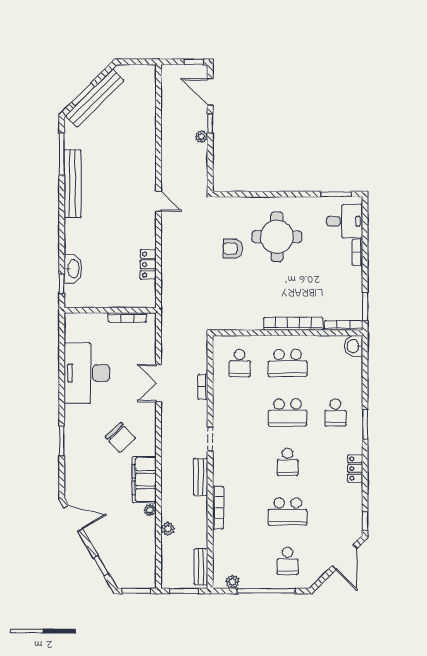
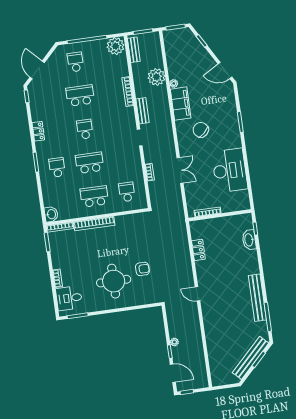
plant: (168, 529) -> (156, 77), width x1.88, depth x1.88
plant: (232, 582) -> (116, 46), width x1.88, depth x1.88

